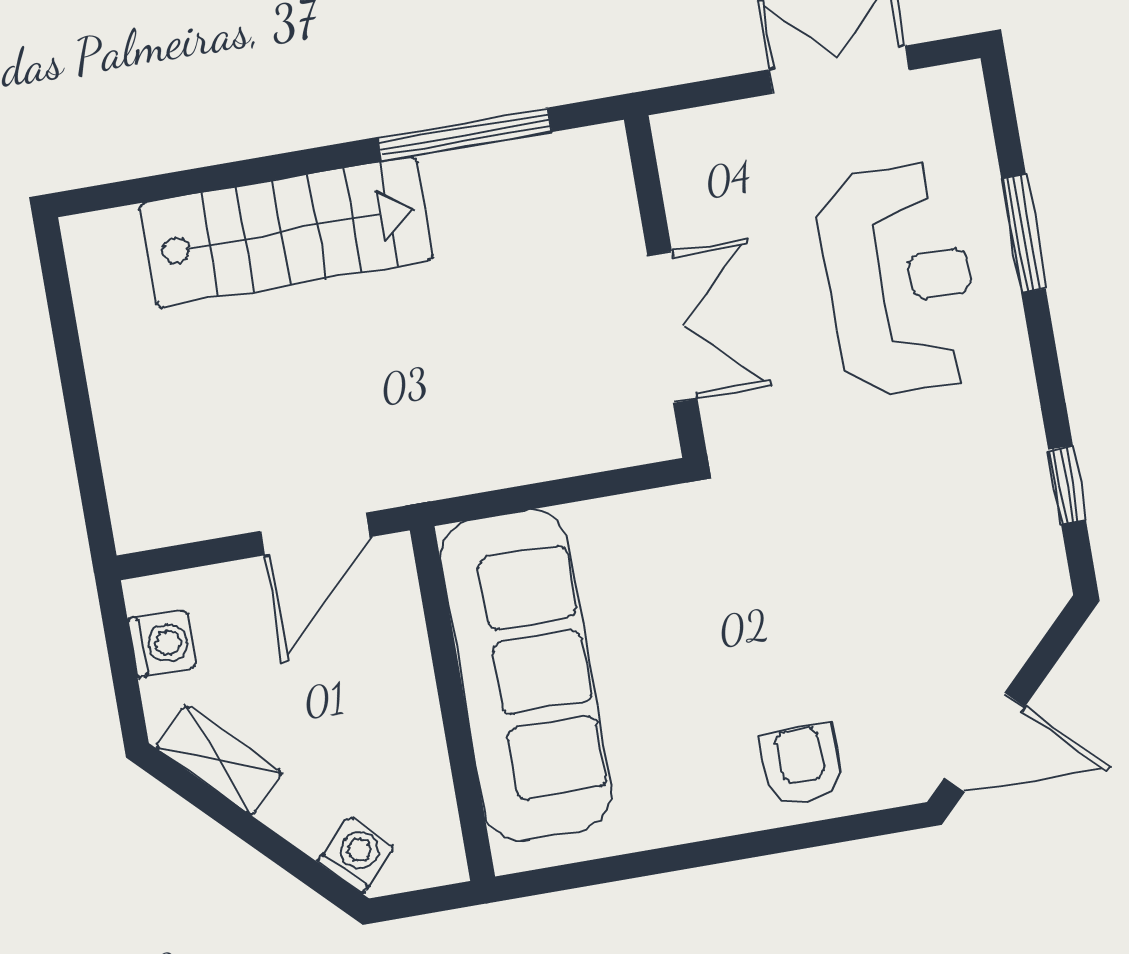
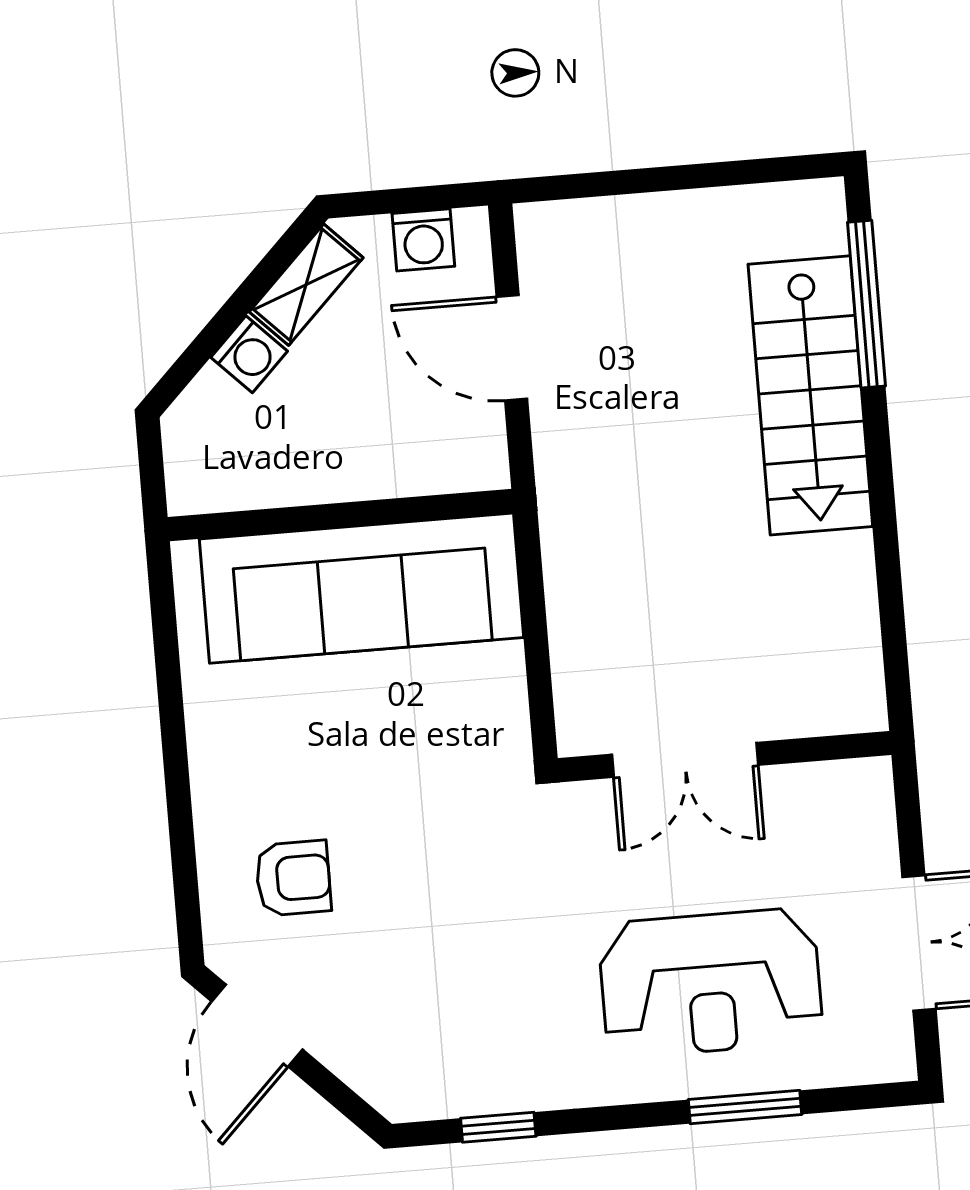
window: (465, 134) -> (866, 304), moved
door: (315, 534) -> (512, 348), moved
armchair: (802, 765) -> (293, 878), moved
washing machine: (356, 855) -> (249, 354), moved

